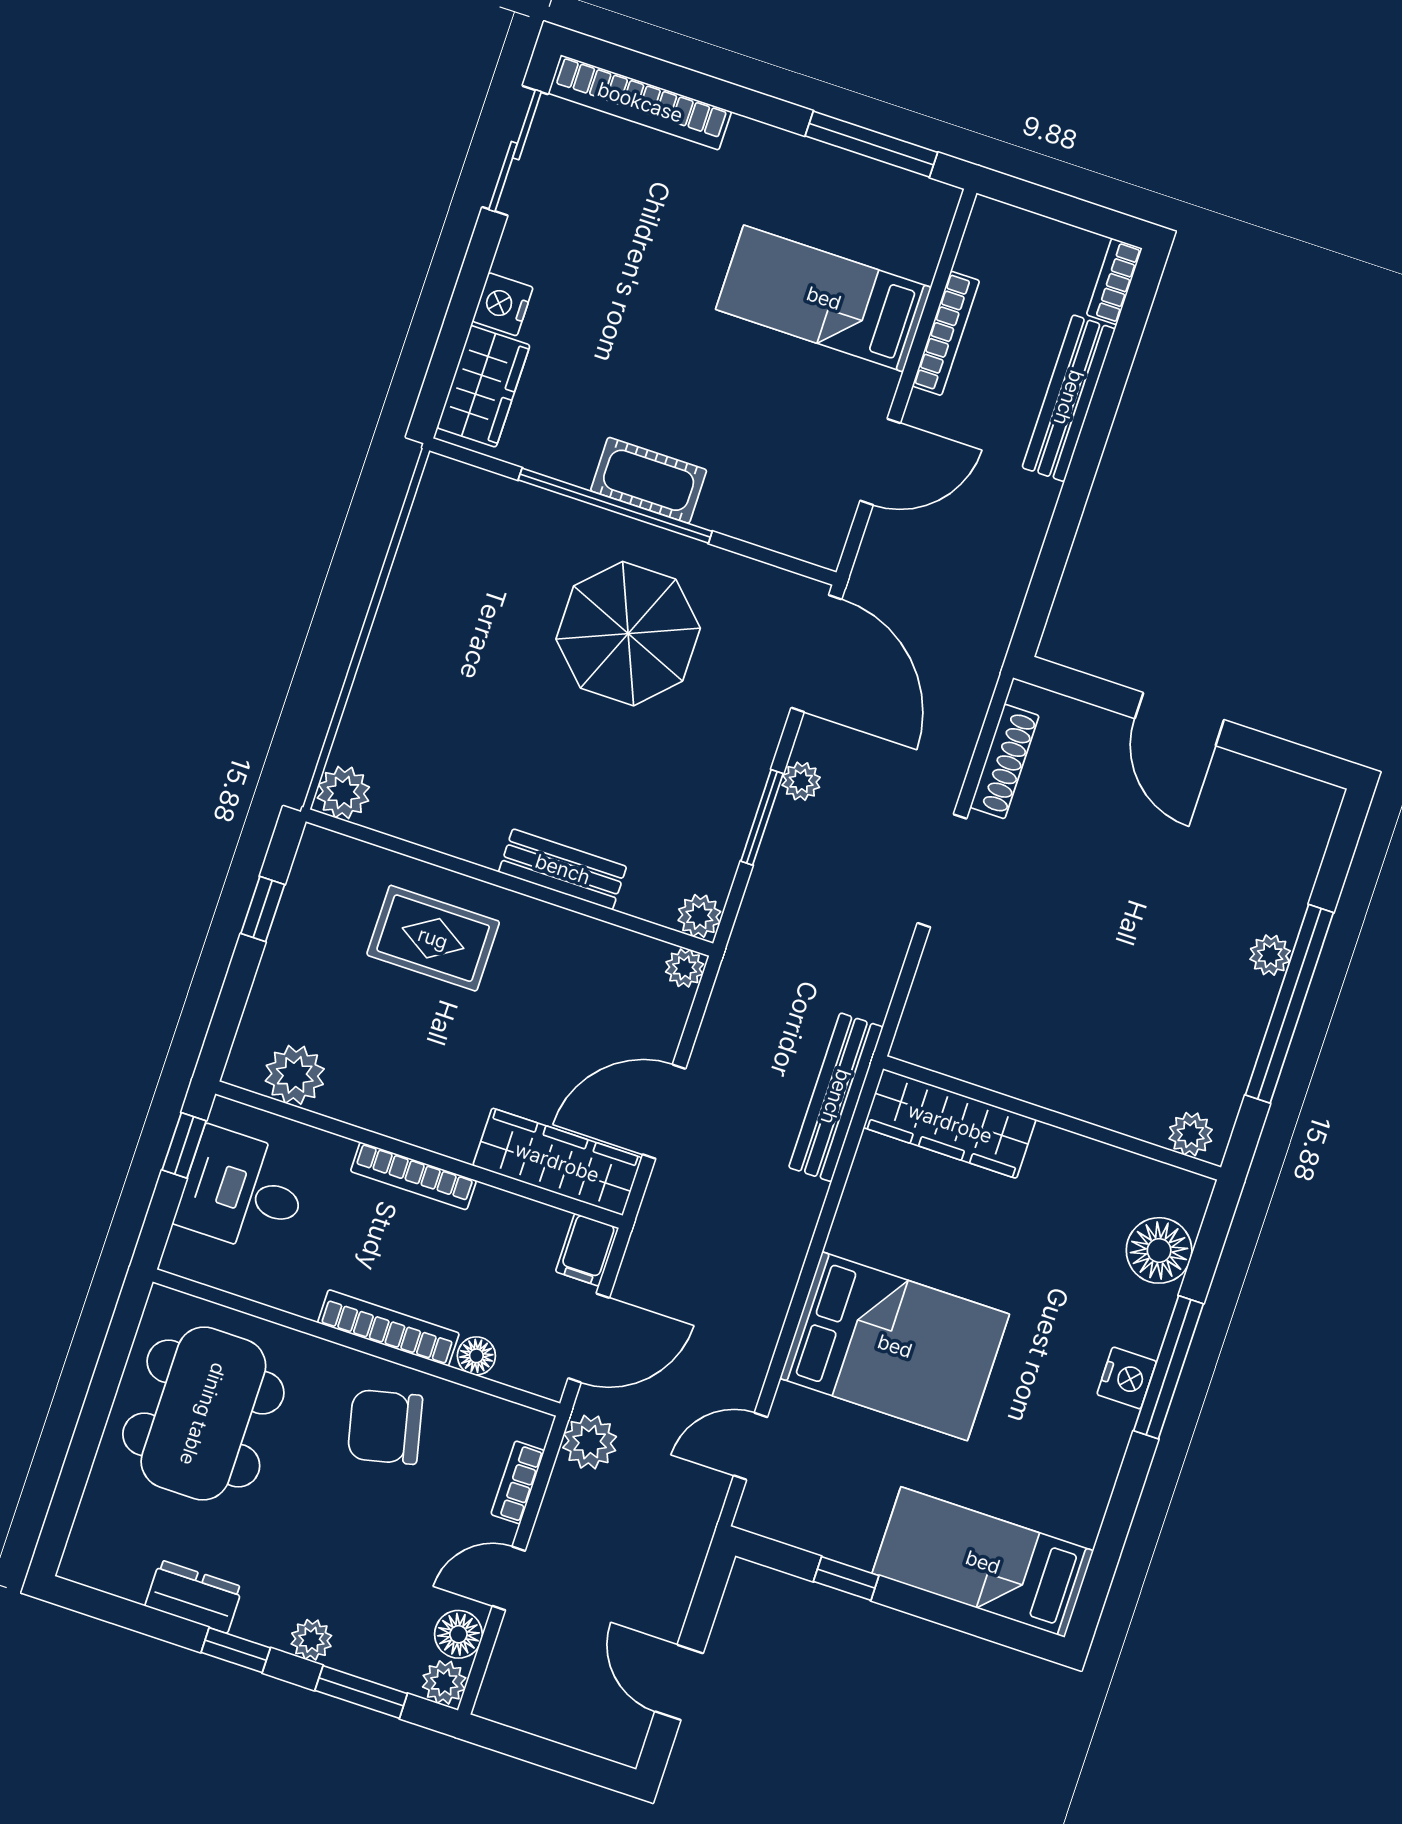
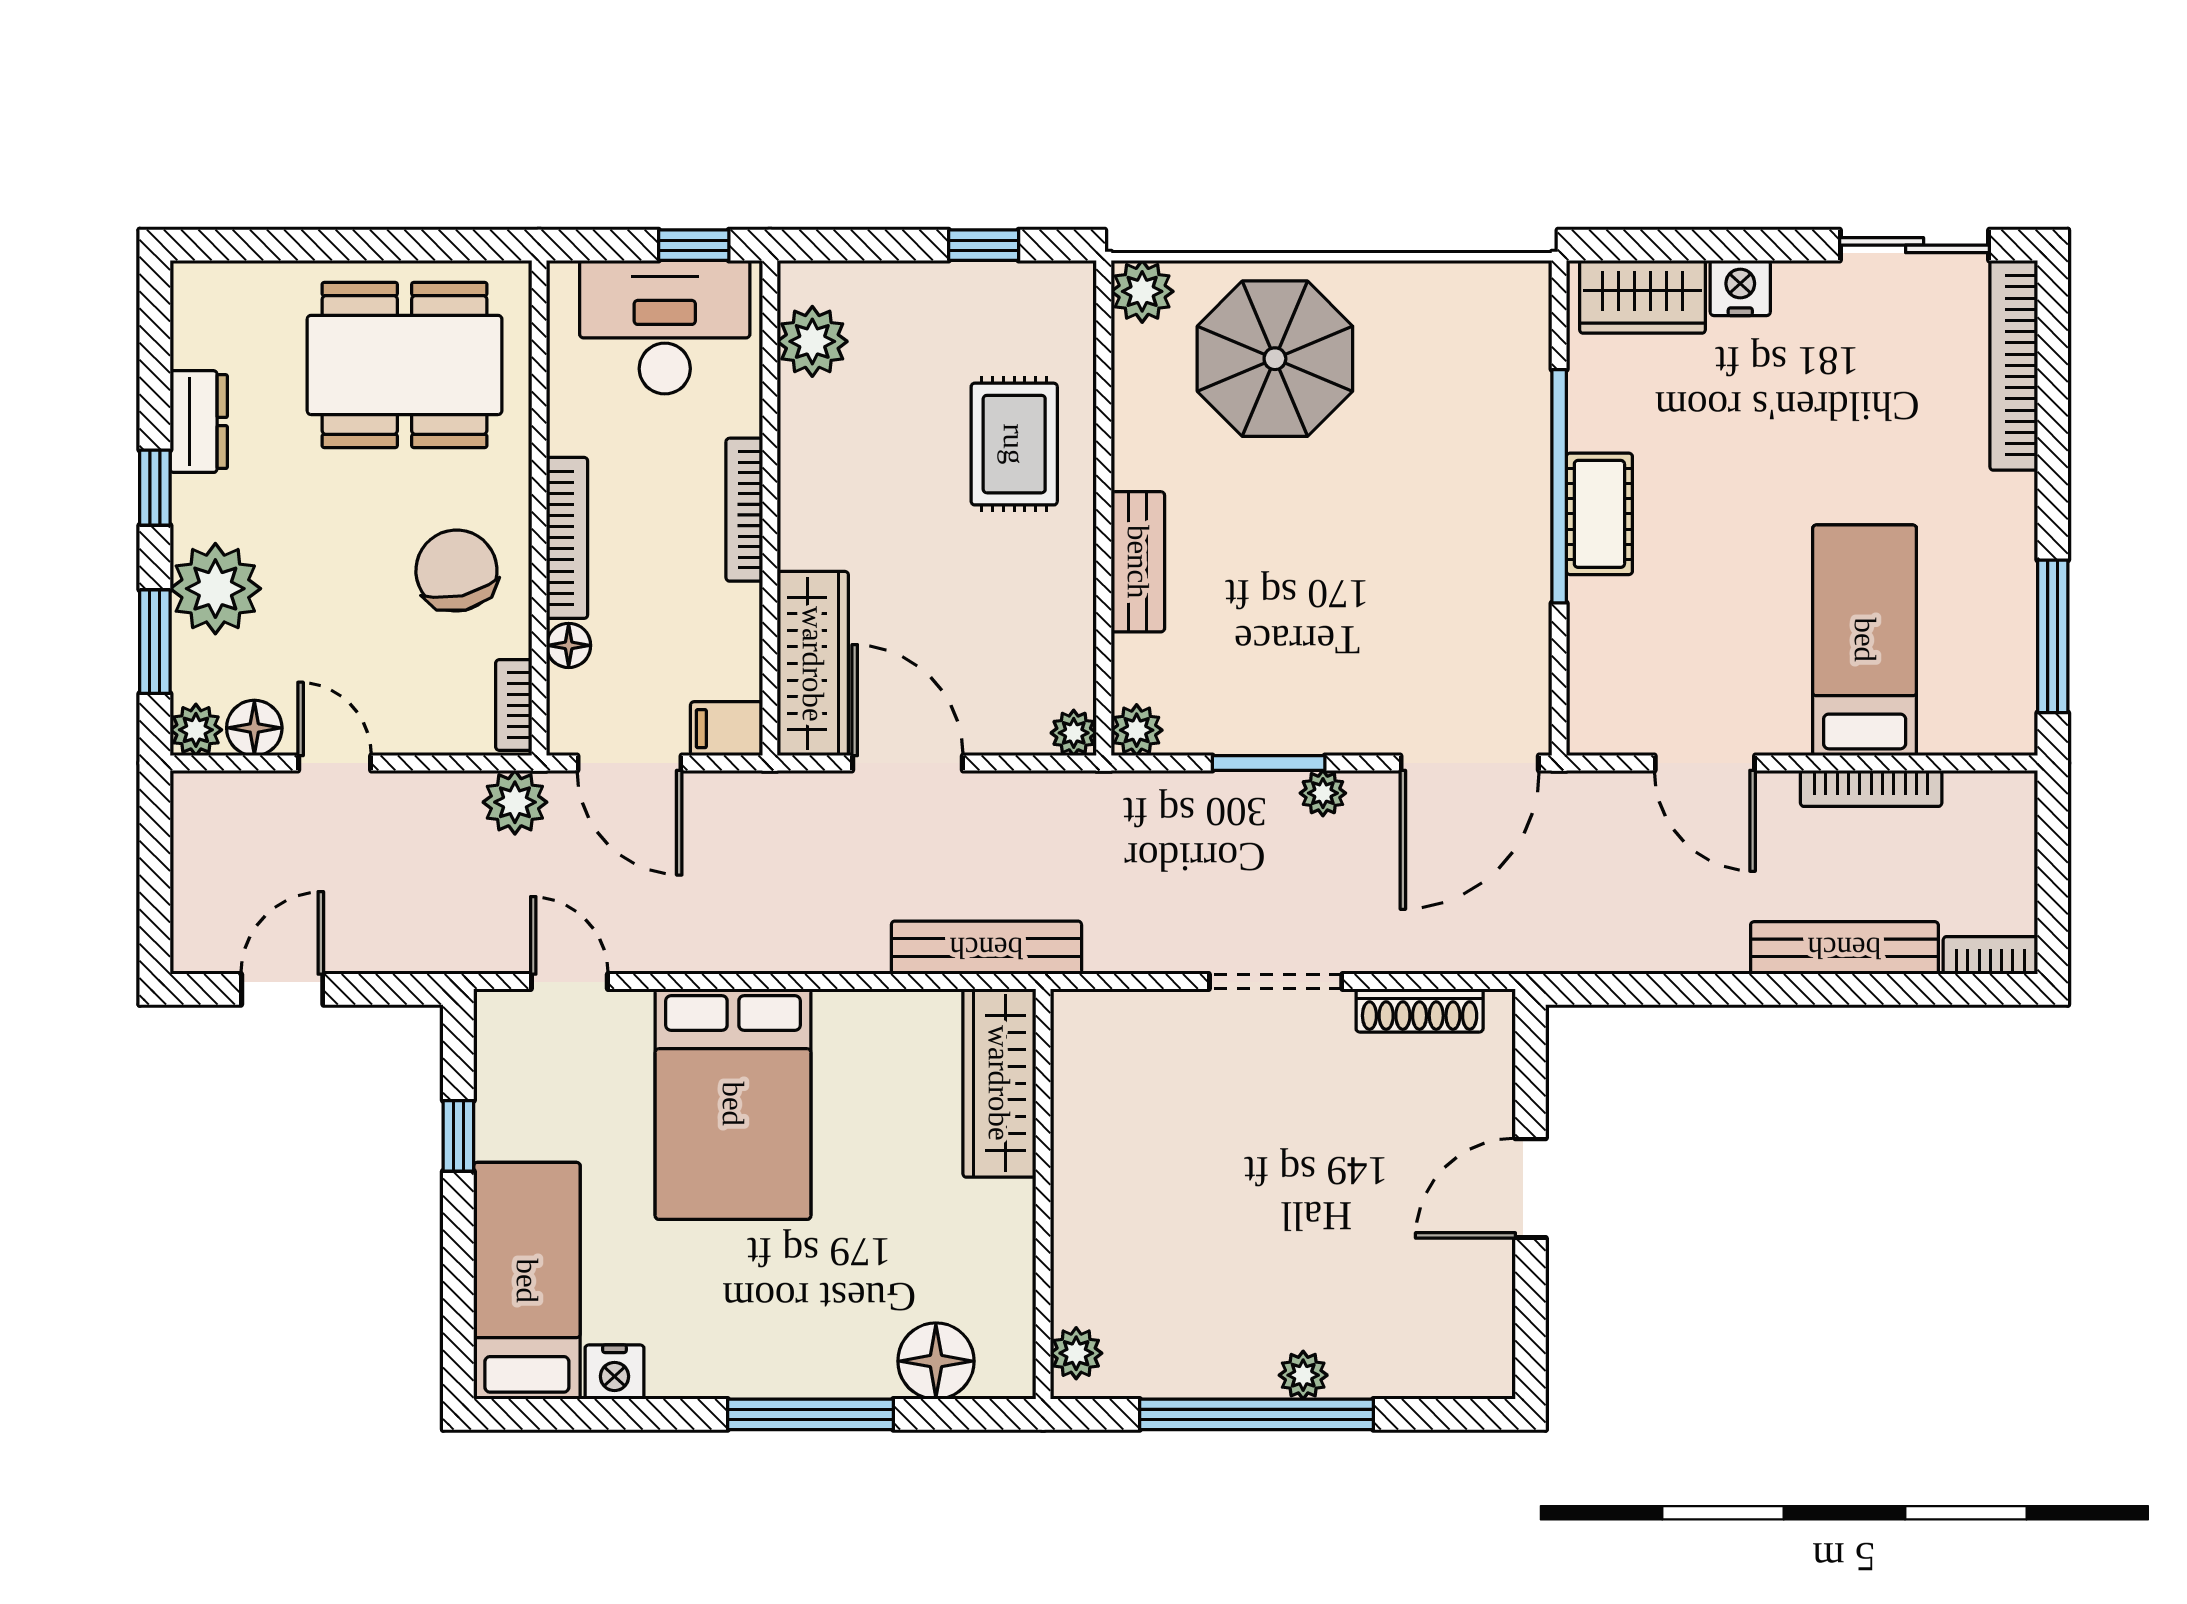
parasol: (628, 634) -> (1275, 359), moved
desk: (243, 1191) -> (665, 327), width x1.37
nightstand: (1127, 1378) -> (614, 1372), moved
bookcase: (518, 1482) -> (514, 705), moved, turned -90
plant: (311, 1640) -> (215, 589), width x1.88, depth x1.88

